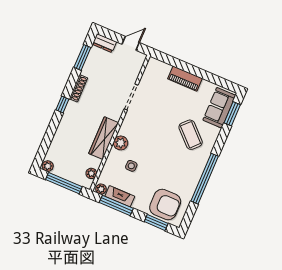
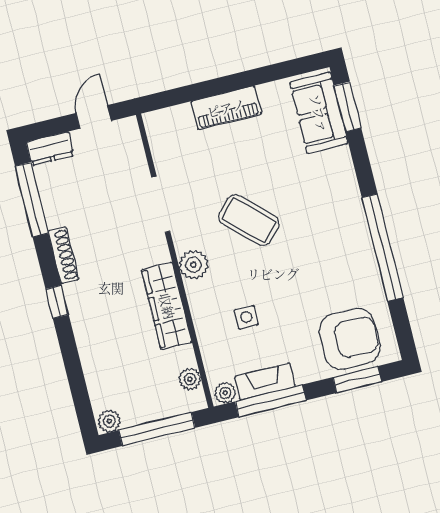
window: (82, 57) -> (32, 200), width x1.44
coffee table: (191, 135) -> (249, 220), moved
plant: (121, 143) -> (193, 265), moved

